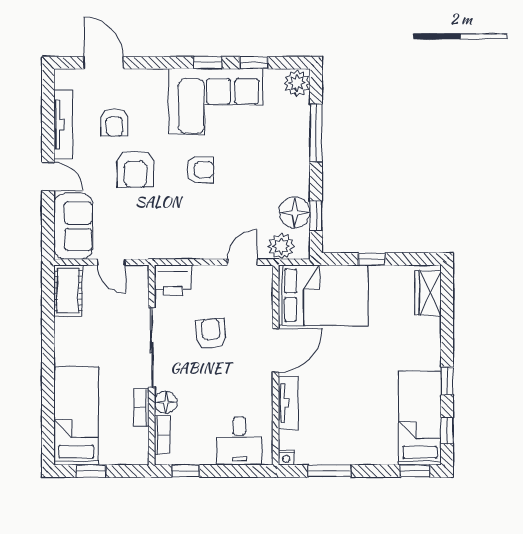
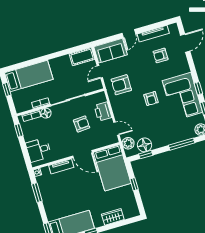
armchair: (135, 169) -> (121, 85), moved
printer: (173, 280) -> (103, 111), moved
wardrobe: (428, 293) -> (113, 217), moved

